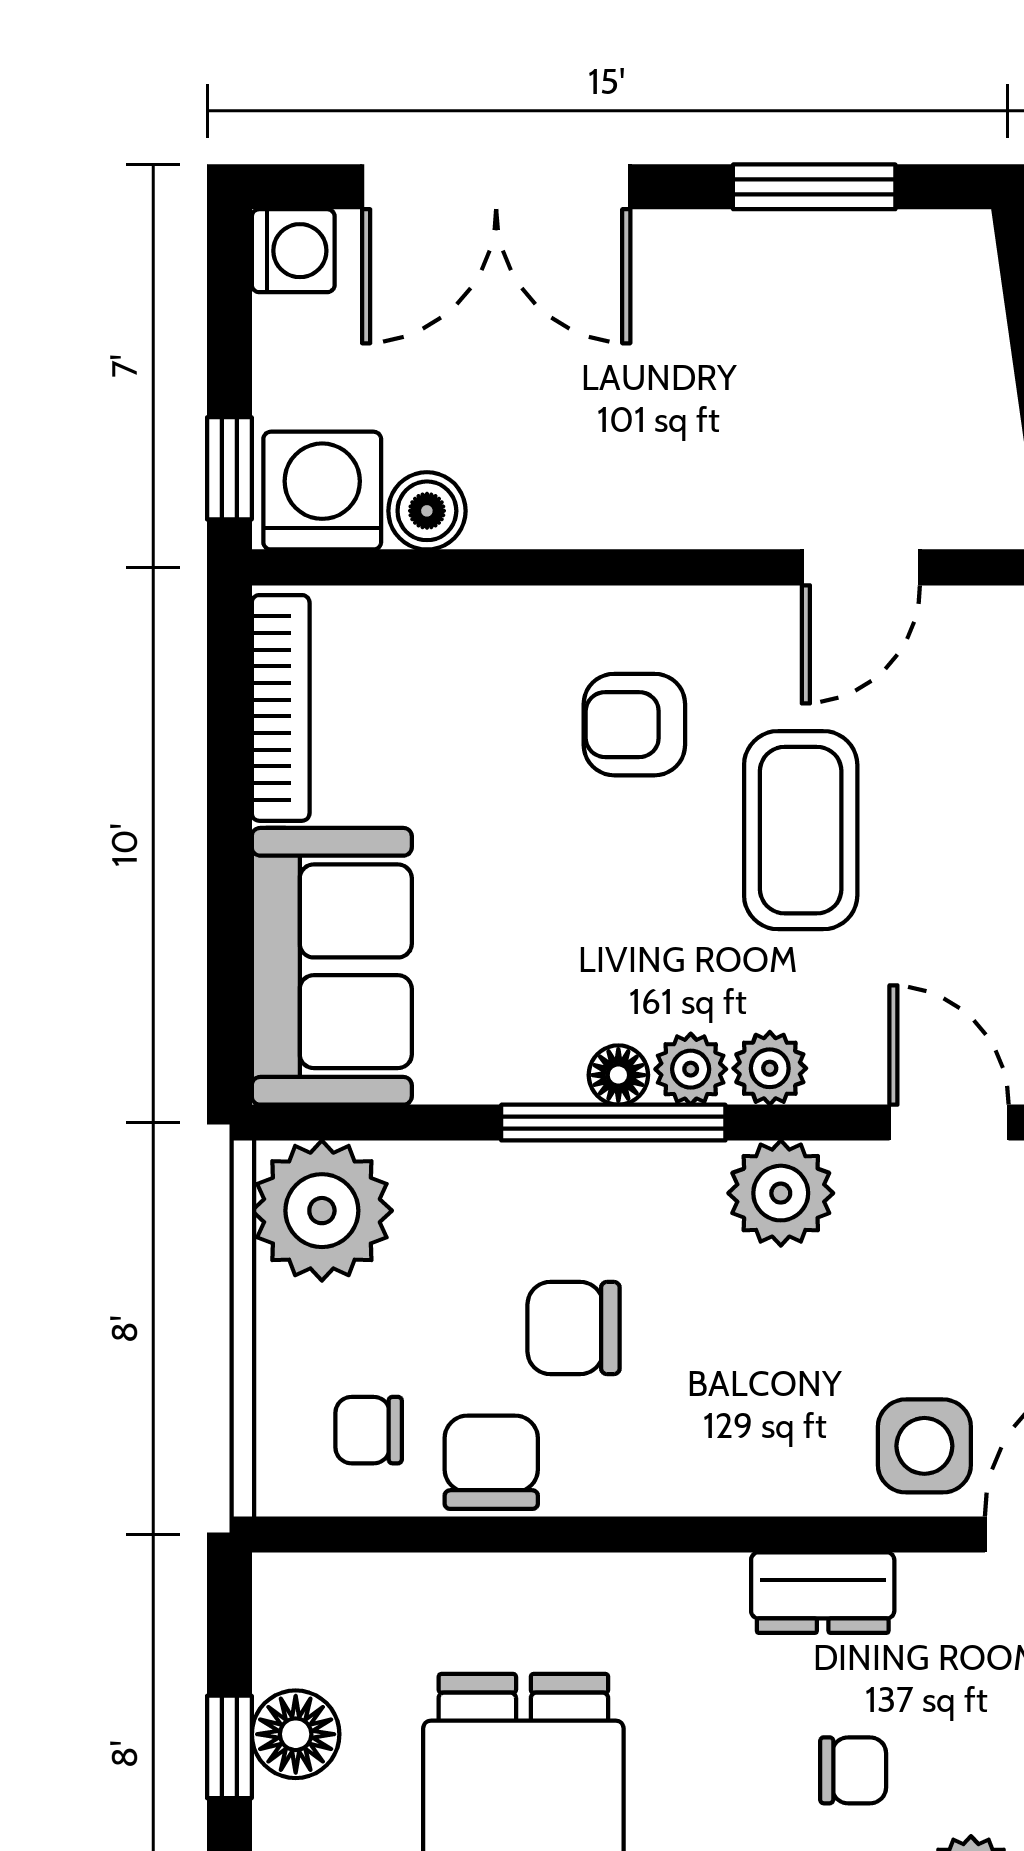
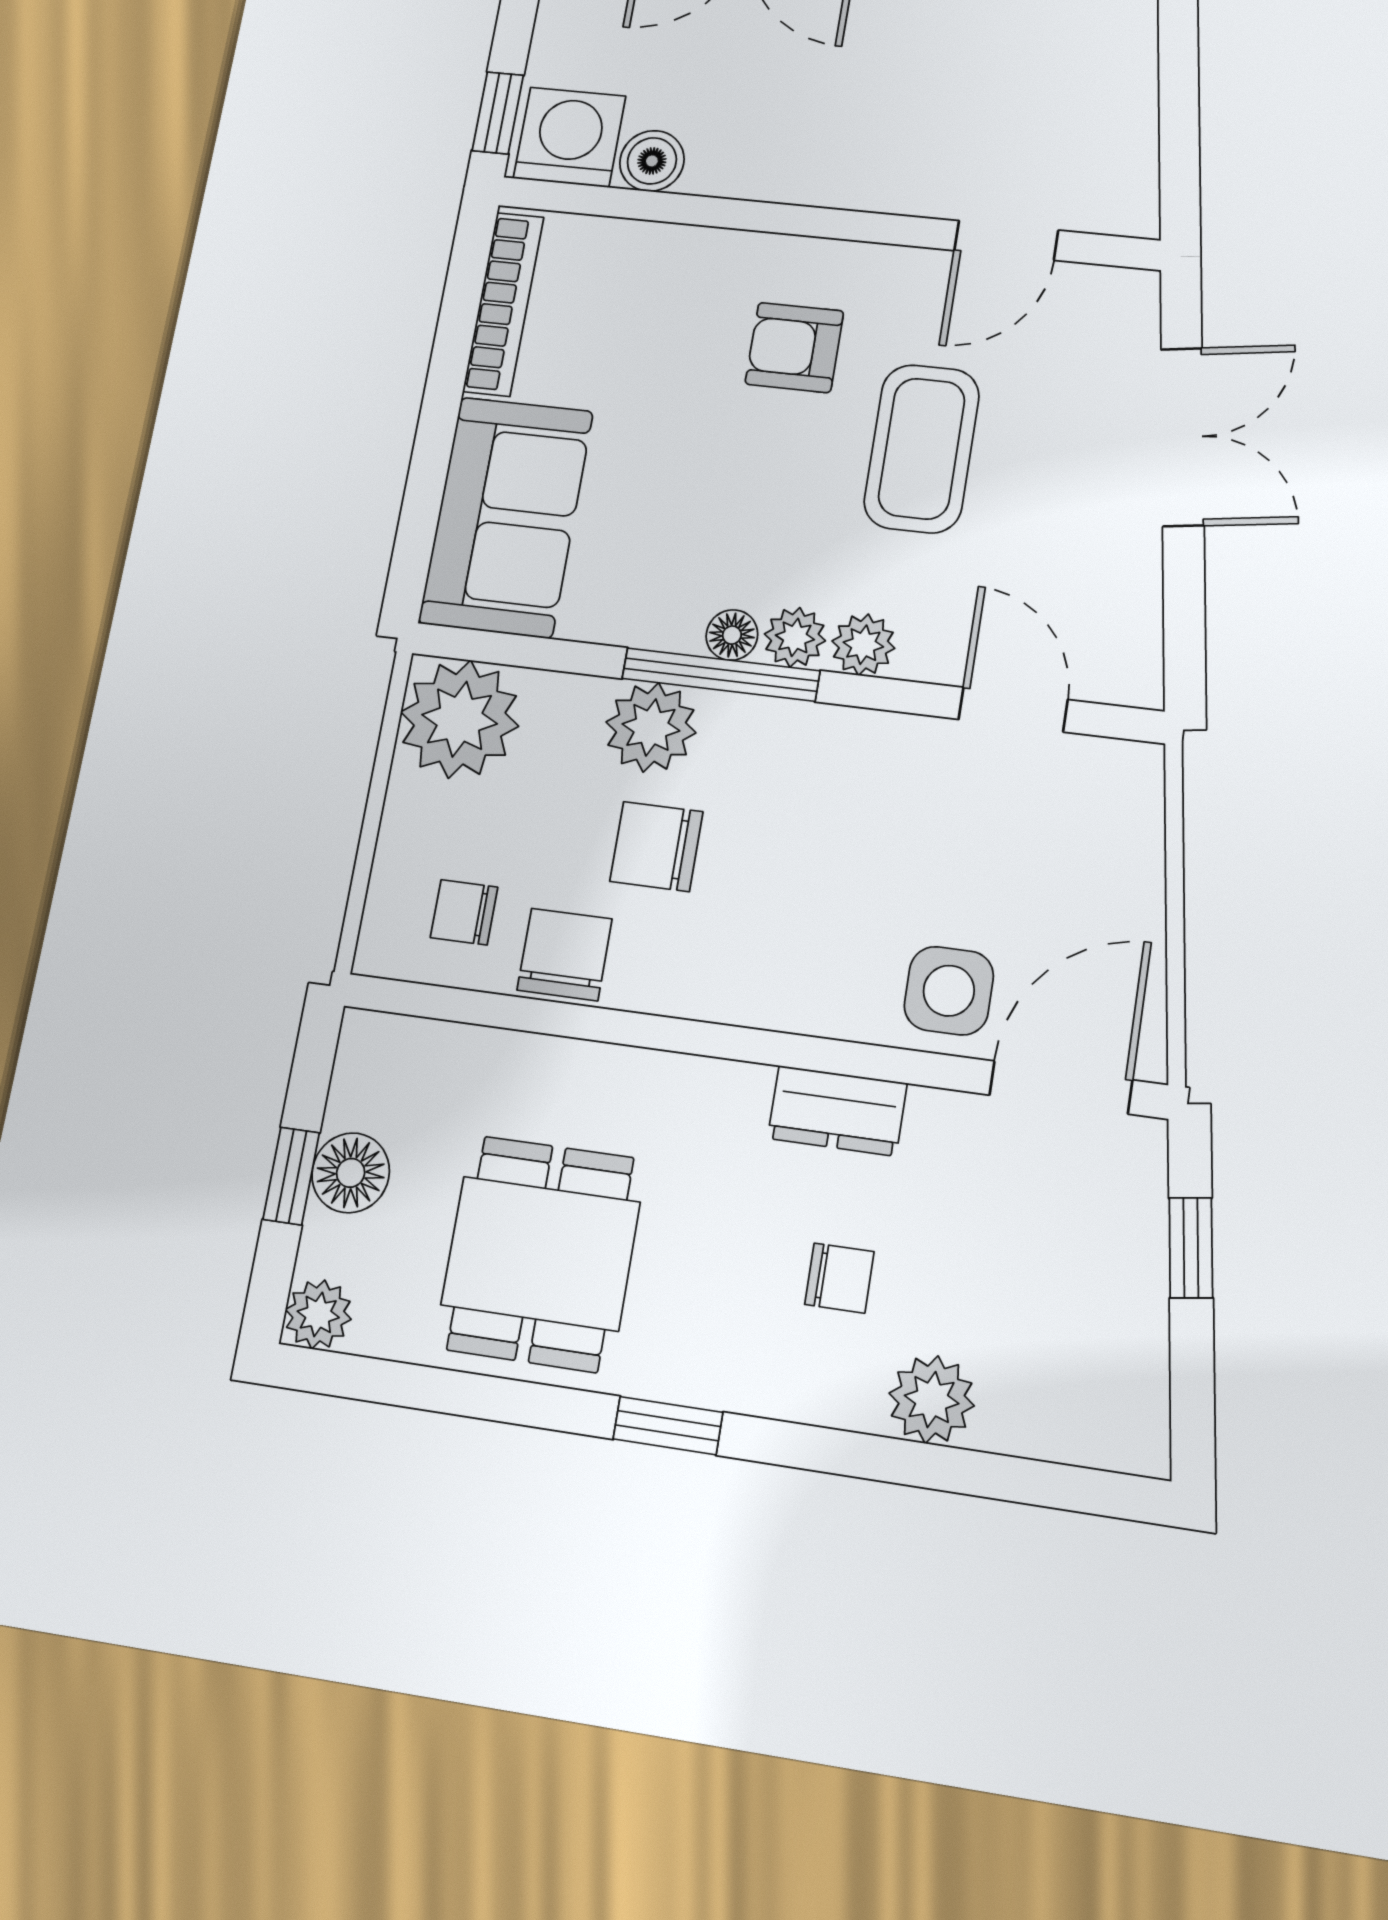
plant: (781, 1193) -> (651, 727), moved

